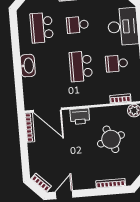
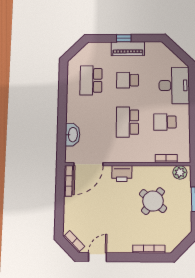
washbasin: (28, 66) -> (72, 135), moved
door: (47, 110) -> (88, 164), hinge flipped
round table: (111, 139) -> (153, 201), turned -33

